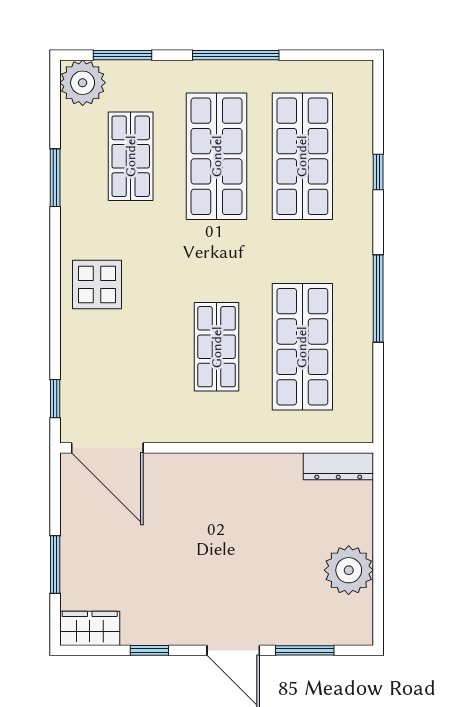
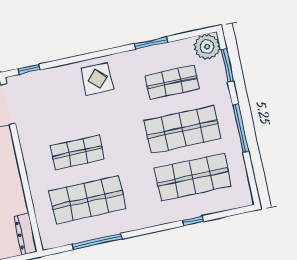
window: (378, 298) -> (97, 242), moved

